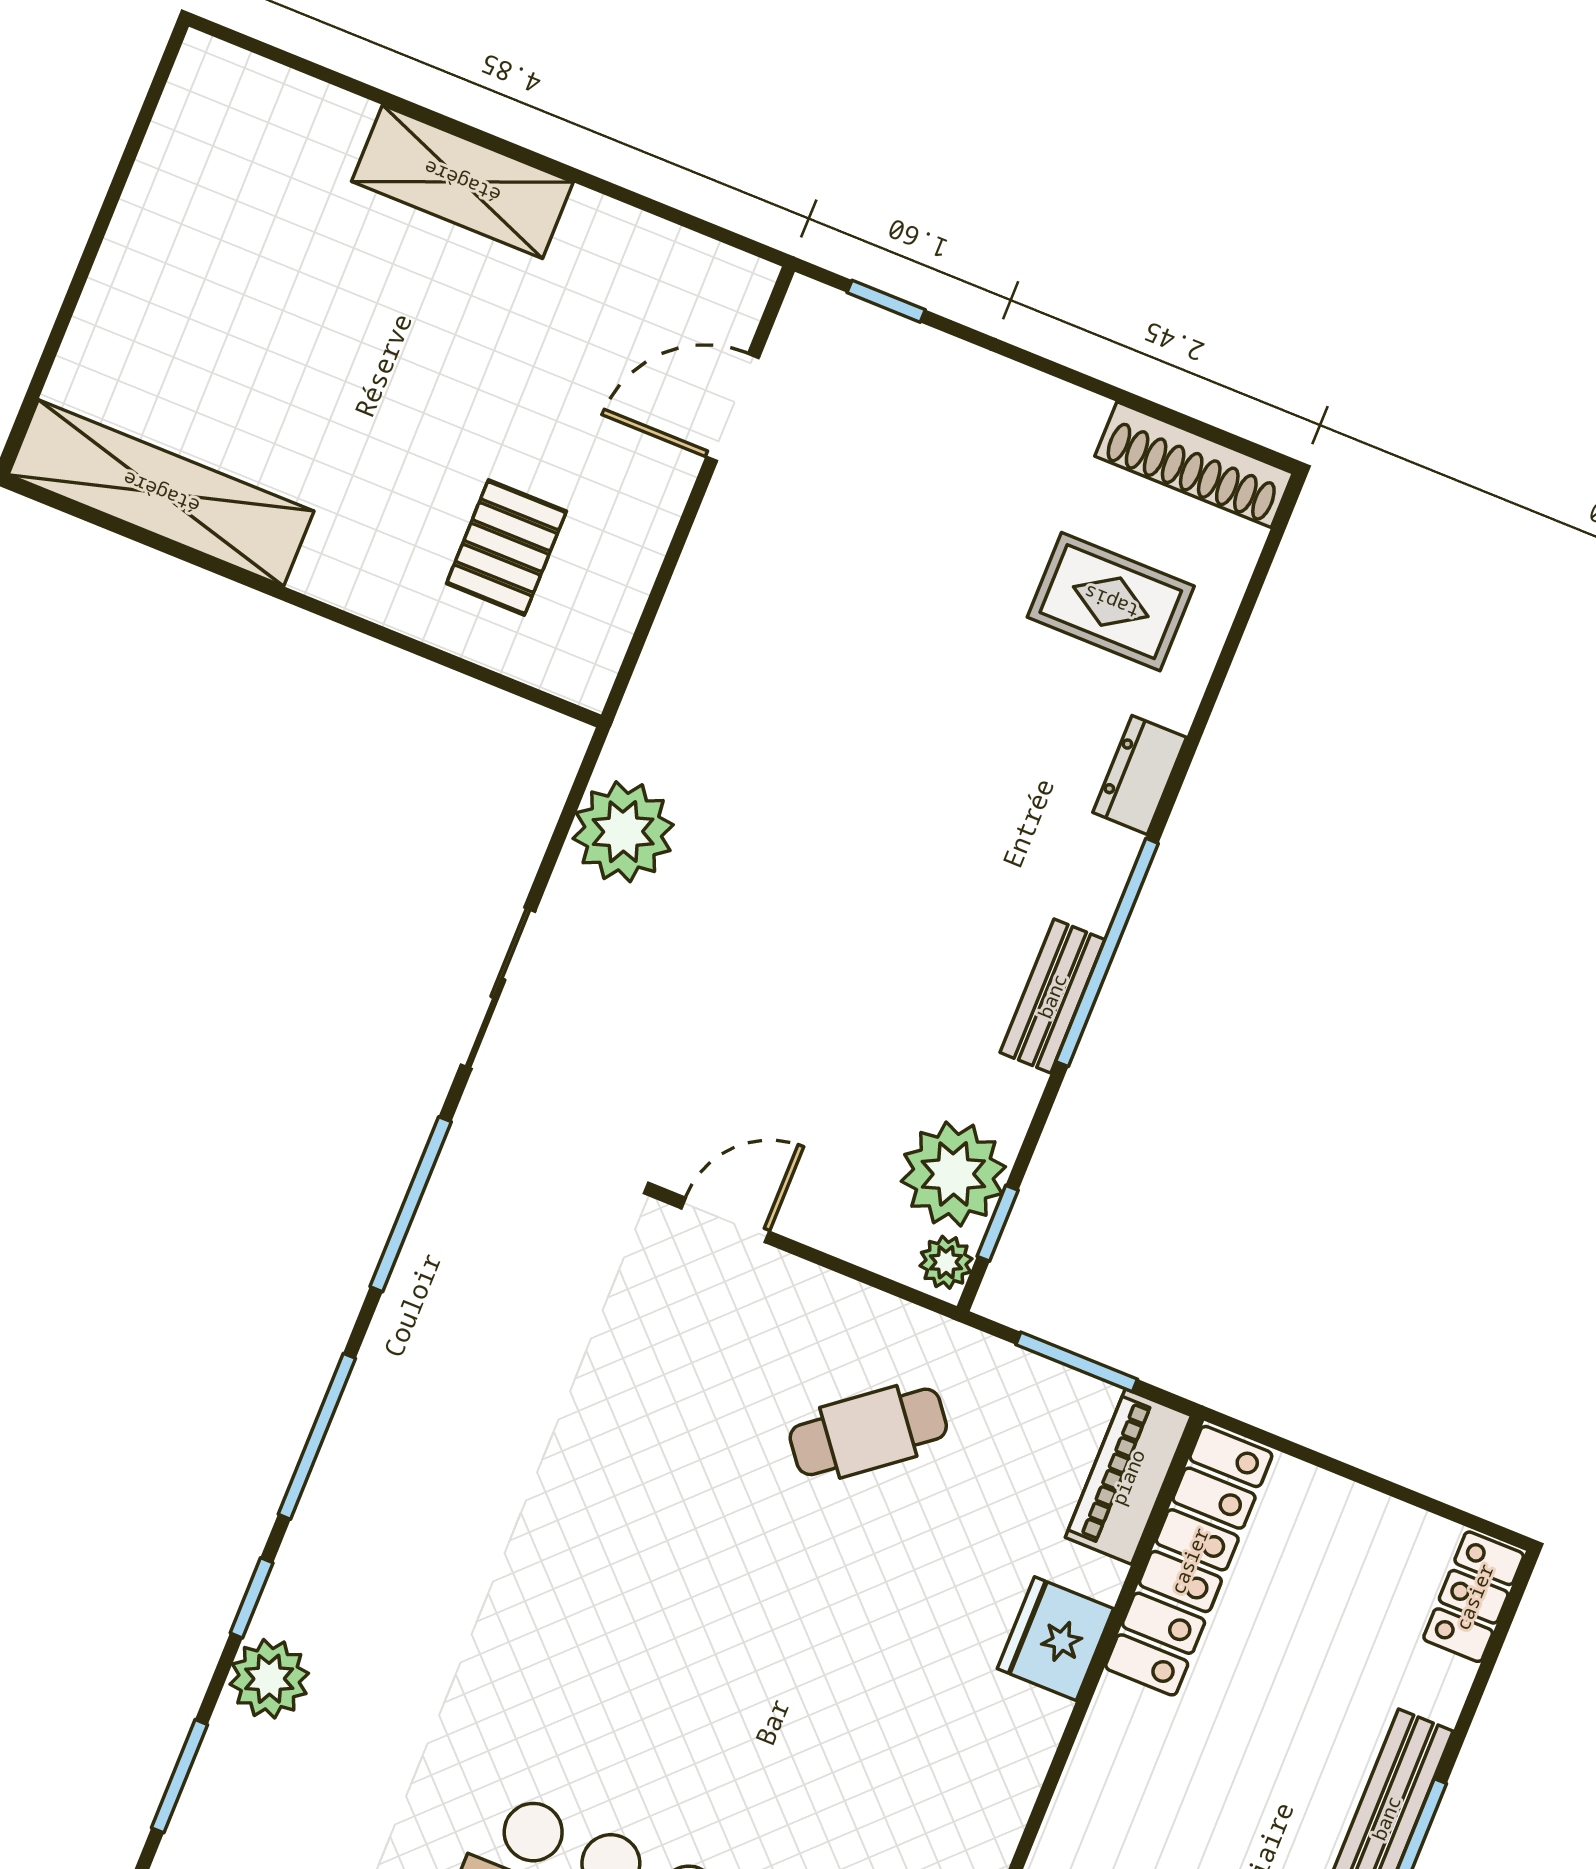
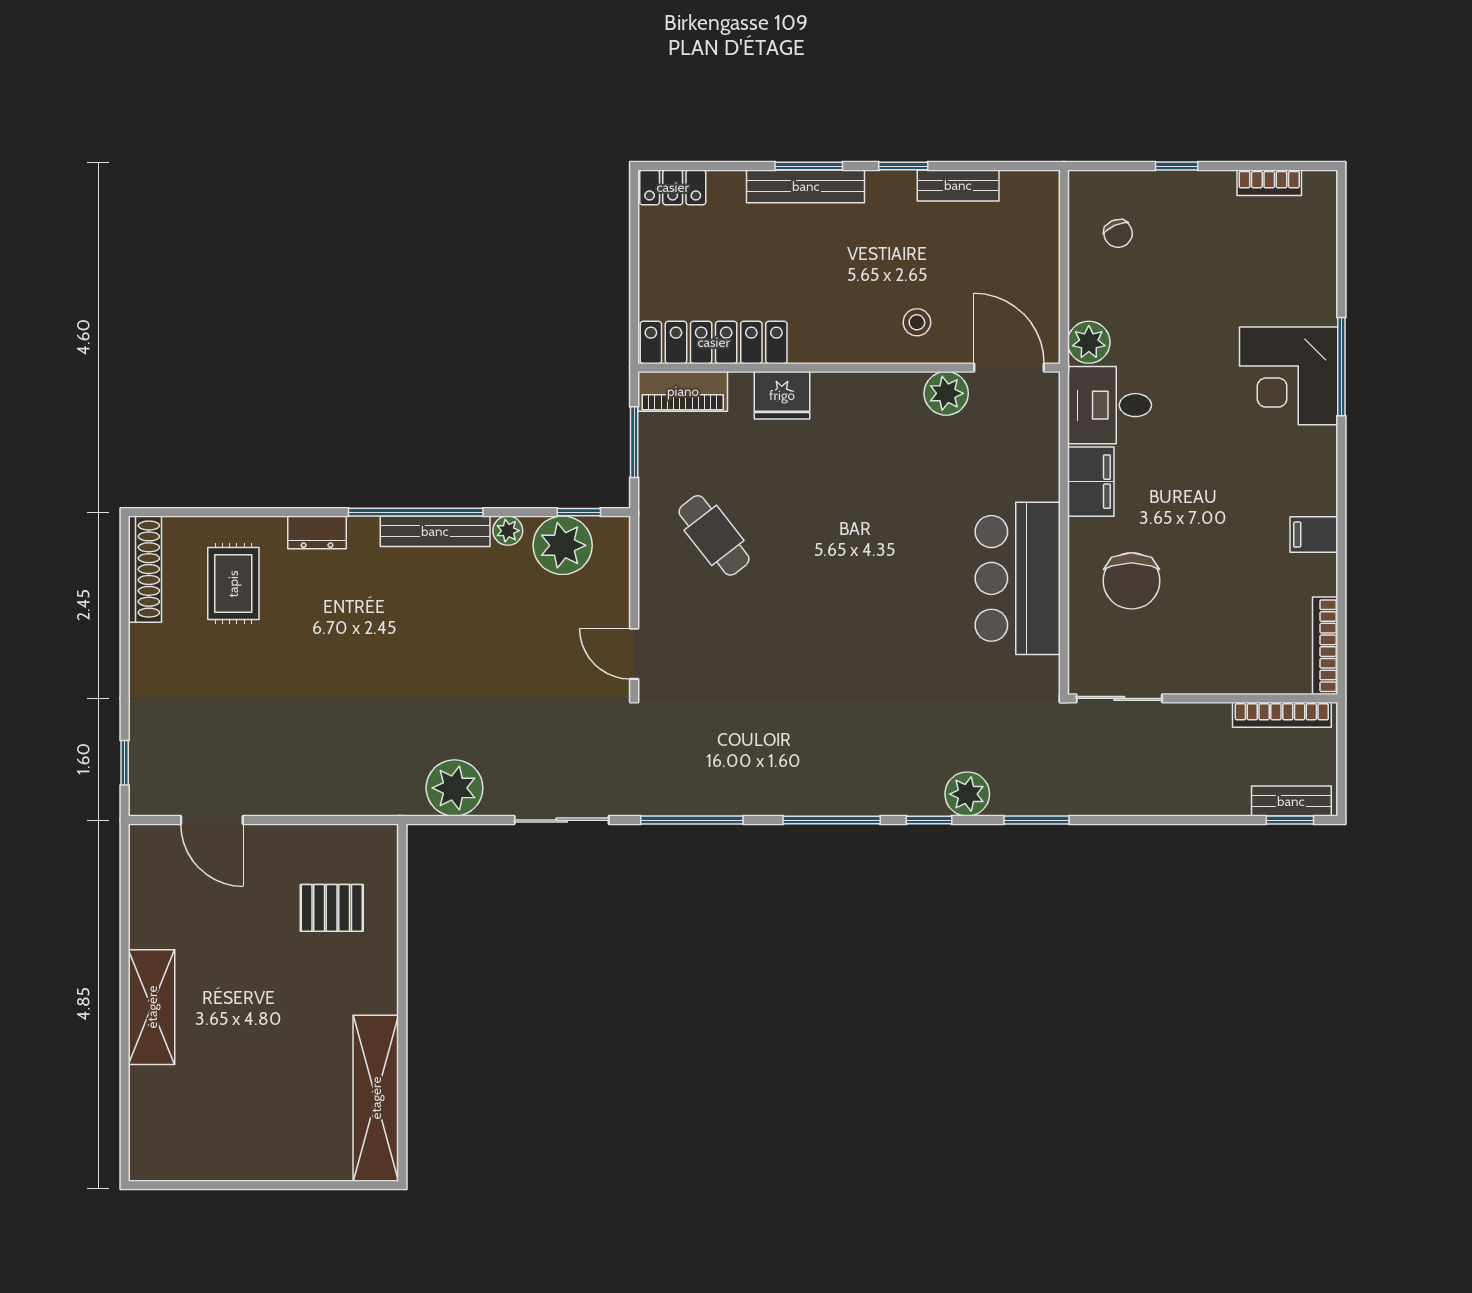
bench: (1052, 996) -> (435, 531), width x1.36
plant: (946, 1262) -> (508, 531), moved

